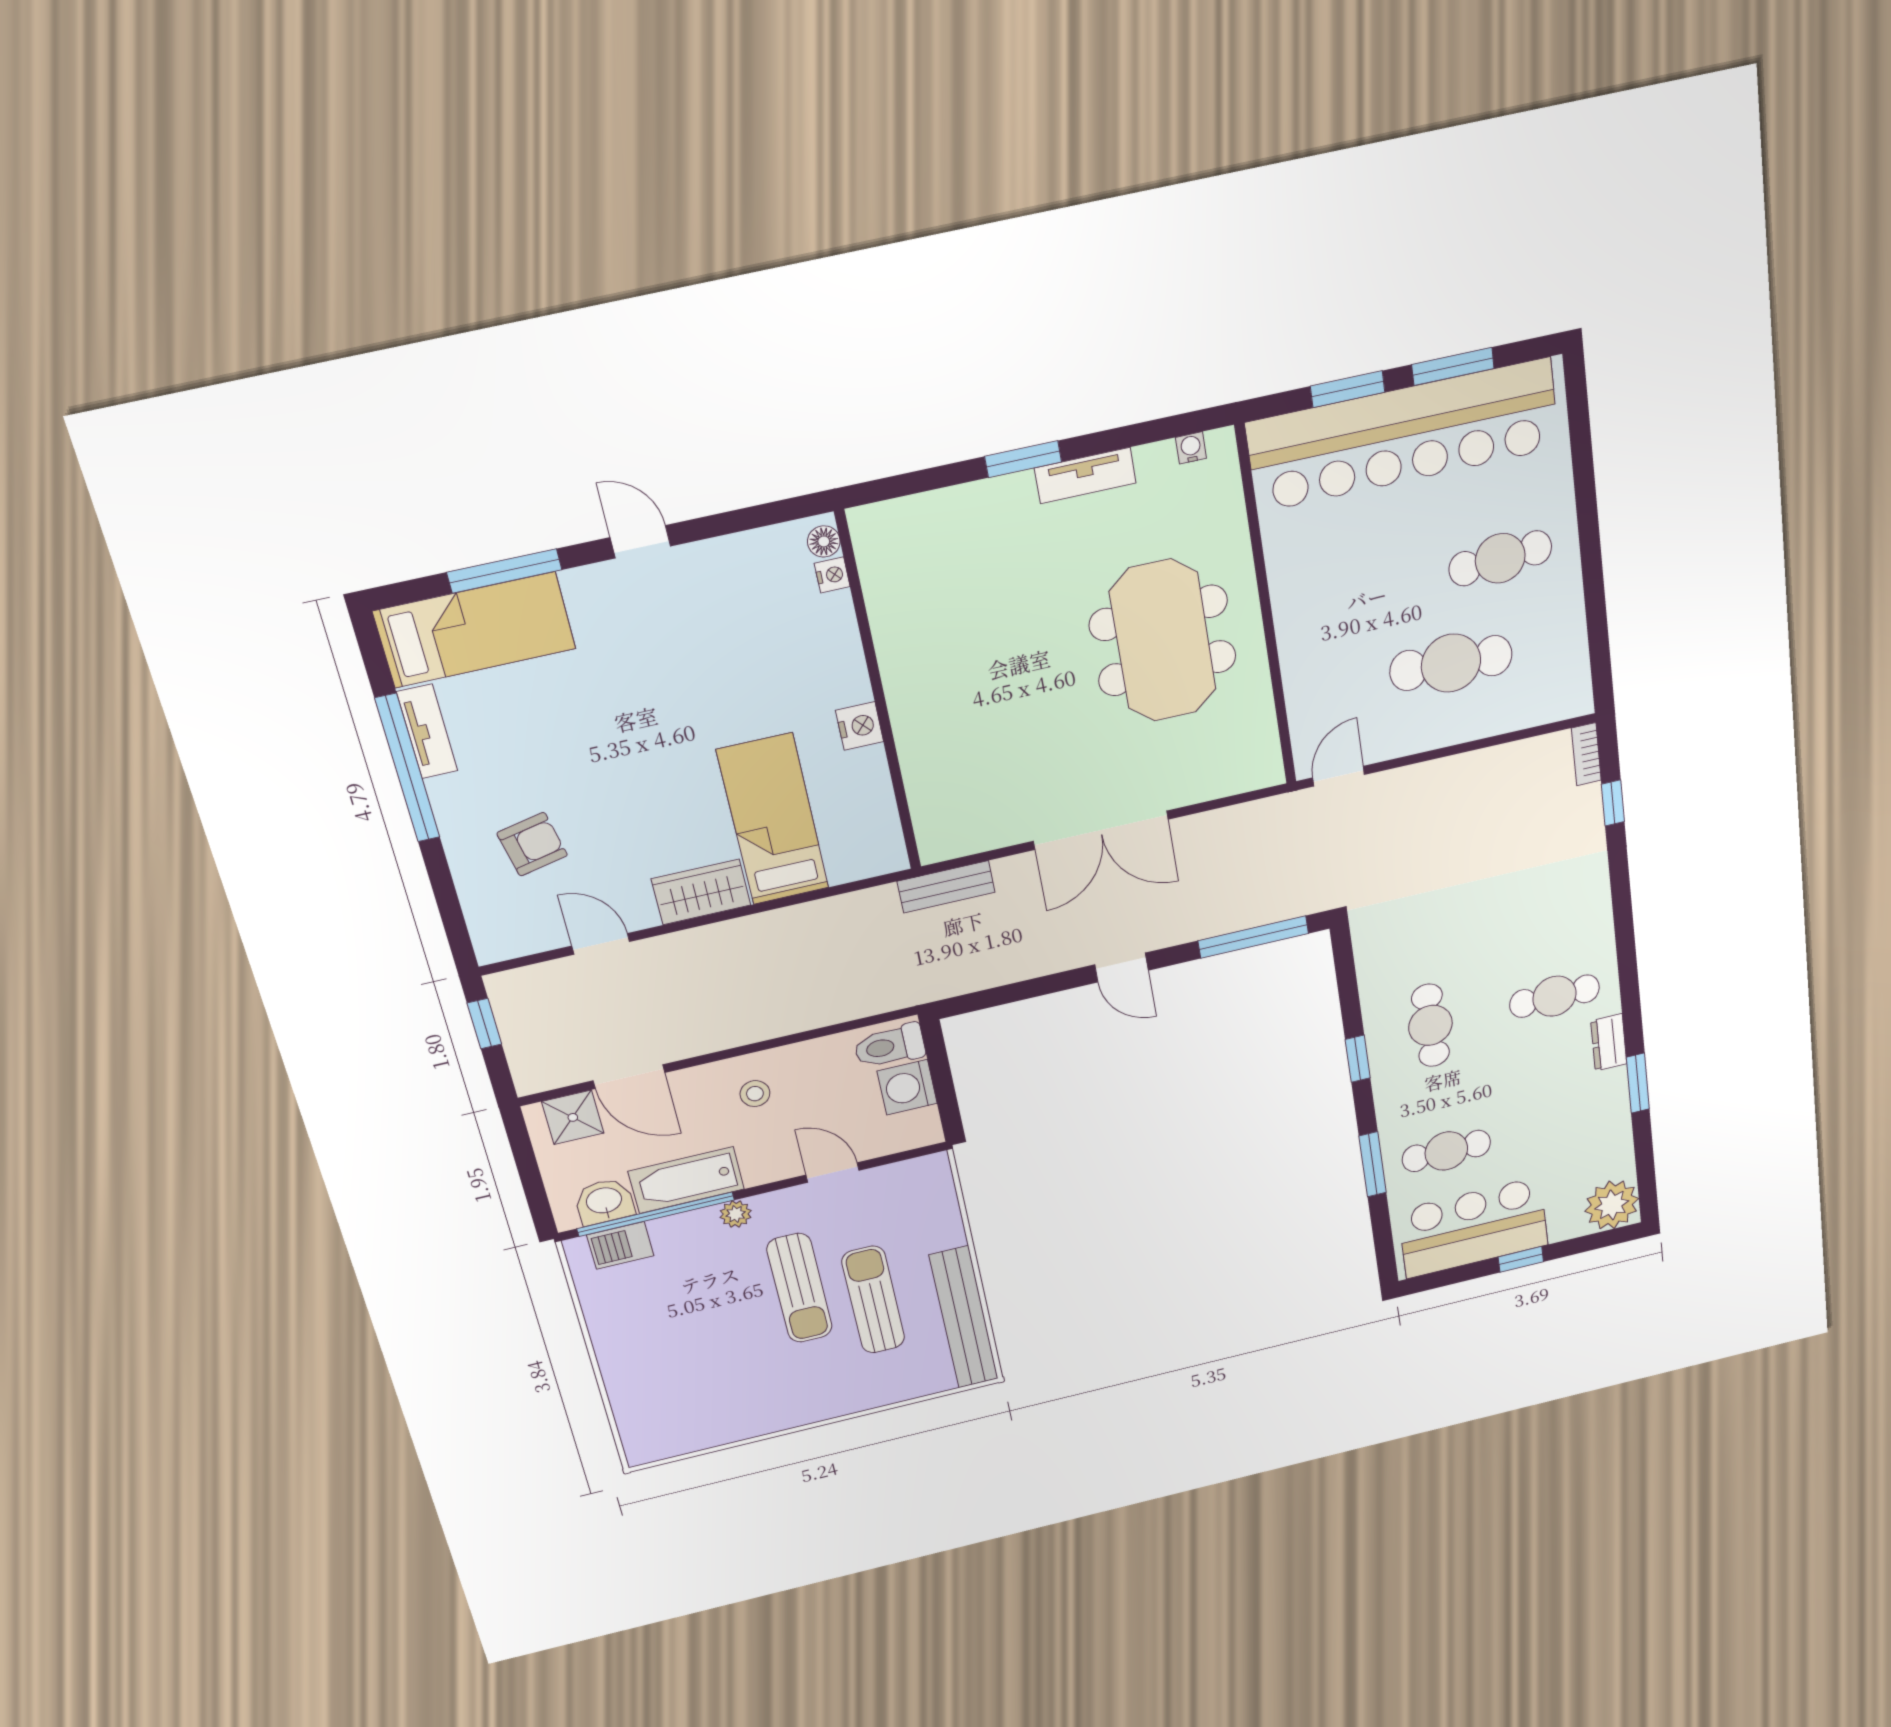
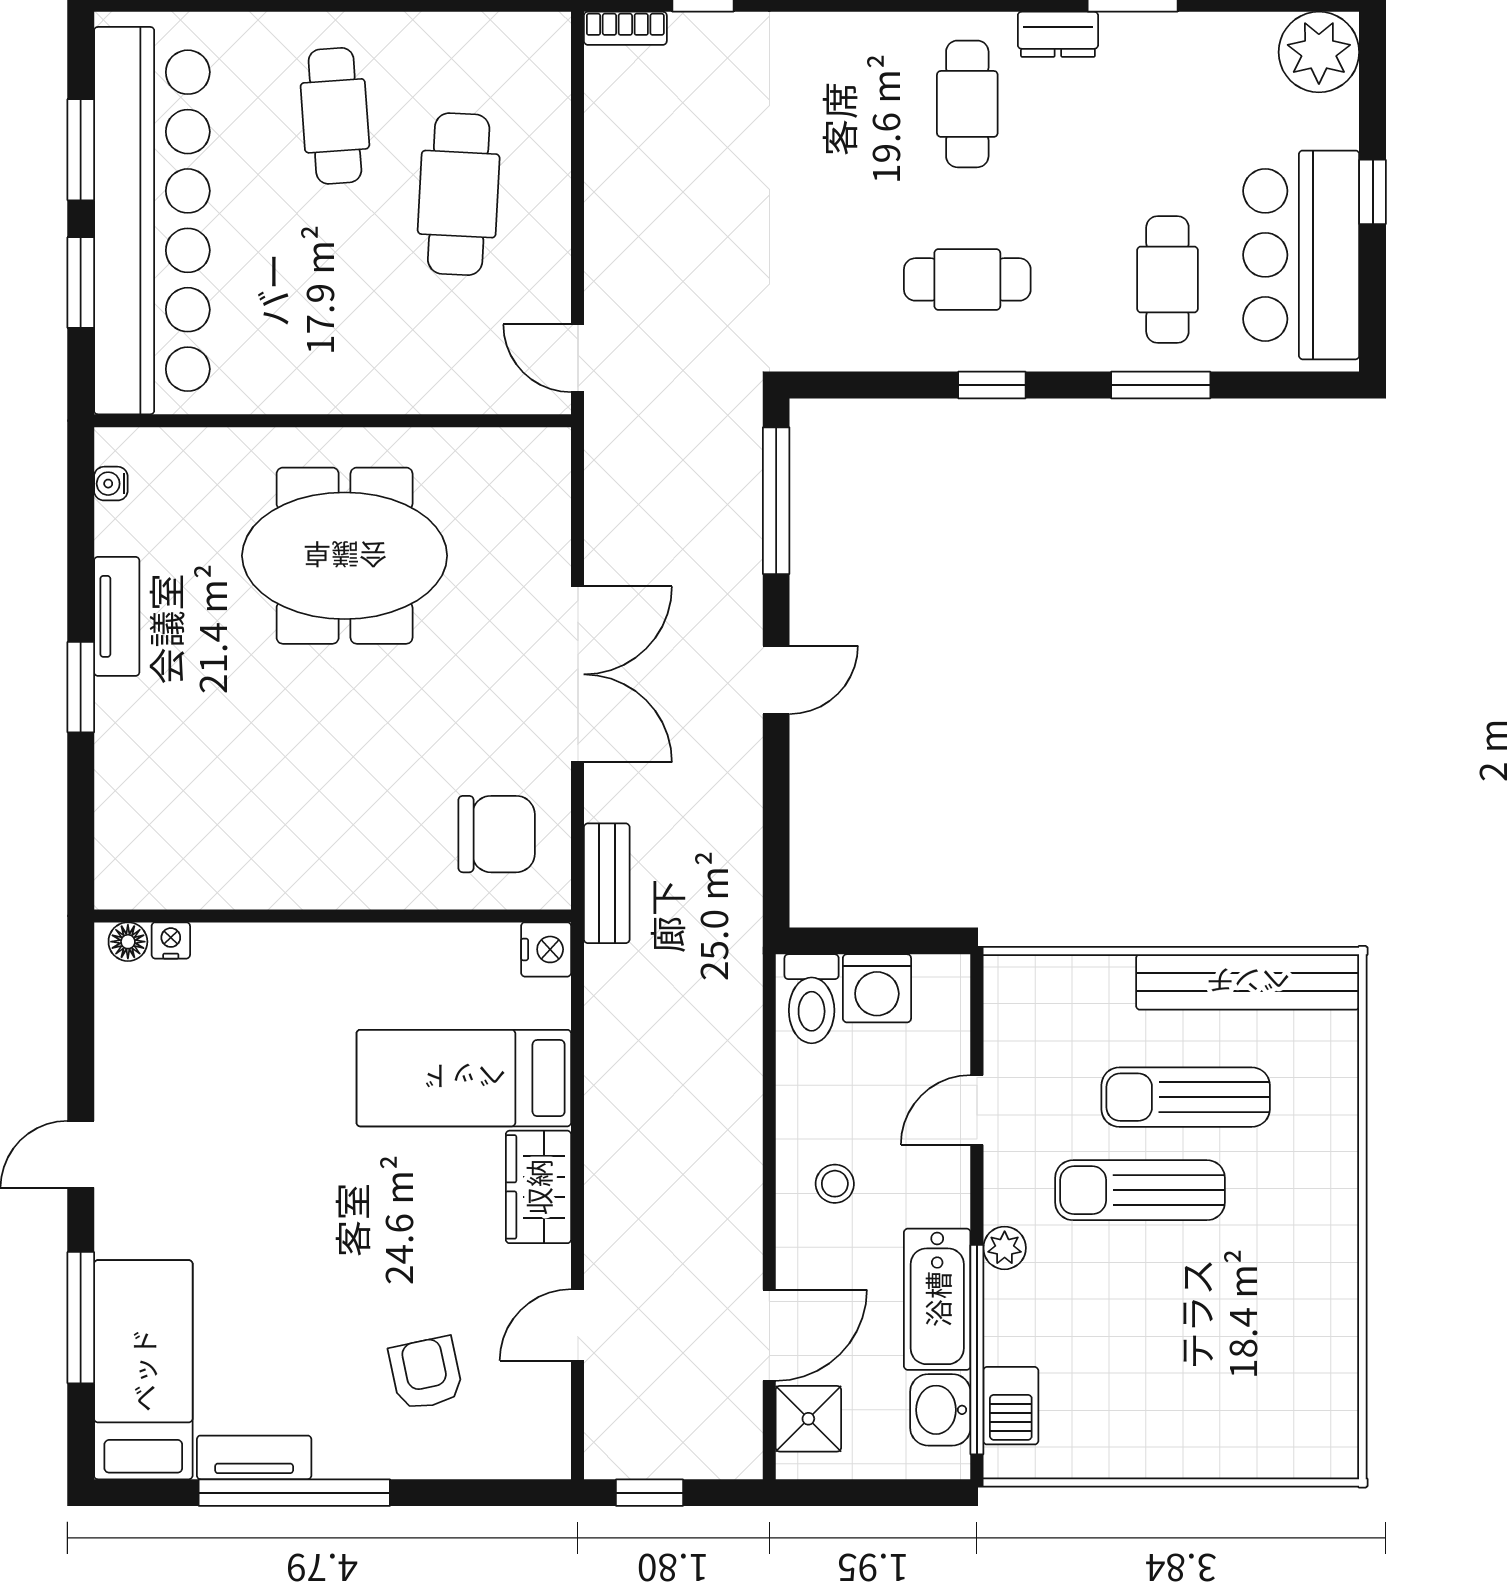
nightstand: (860, 726) -> (546, 949), moved, turned 90
chair: (968, 800) -> (497, 834), added
sun lounger: (800, 1288) -> (1140, 1190), turned 180

